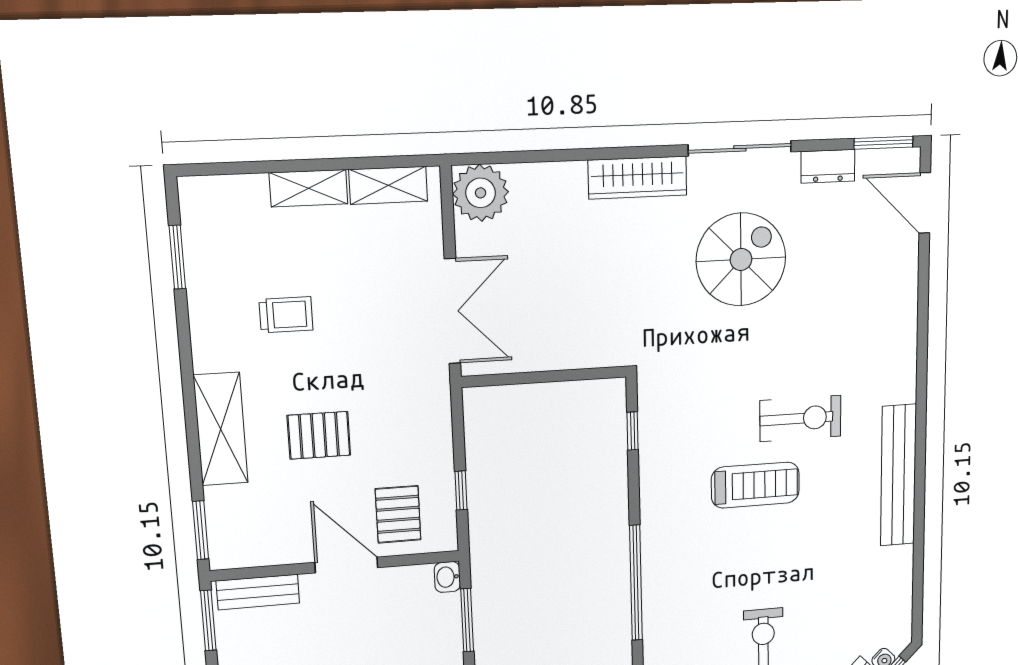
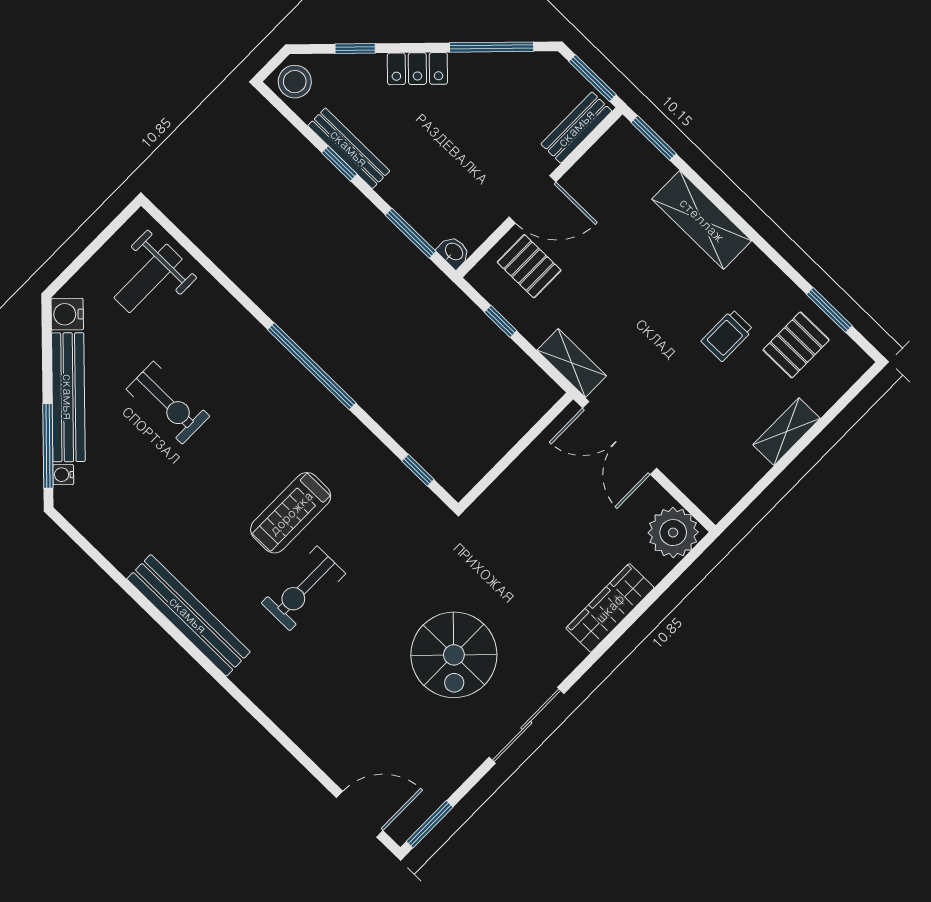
dresser: (828, 166) -> (453, 772), removed
wardrobe: (637, 178) -> (610, 608), moved
shelving: (388, 185) -> (572, 363), moved, turned 90
pallet: (319, 435) -> (796, 345), moved

